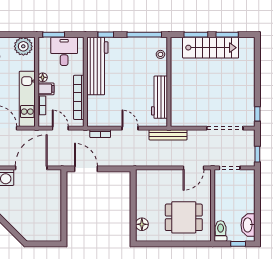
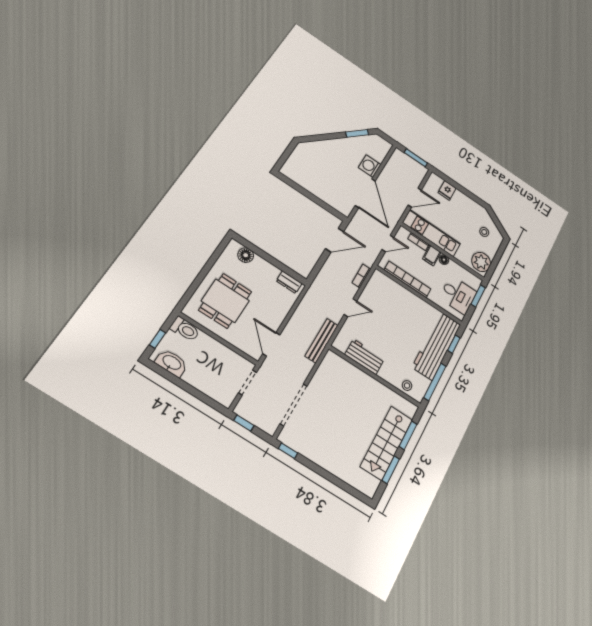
workbench: (97, 66) -> (436, 346), moved, turned 90
workbench: (159, 97) -> (365, 357), width x0.73
dresser: (141, 183) -> (289, 282), added

